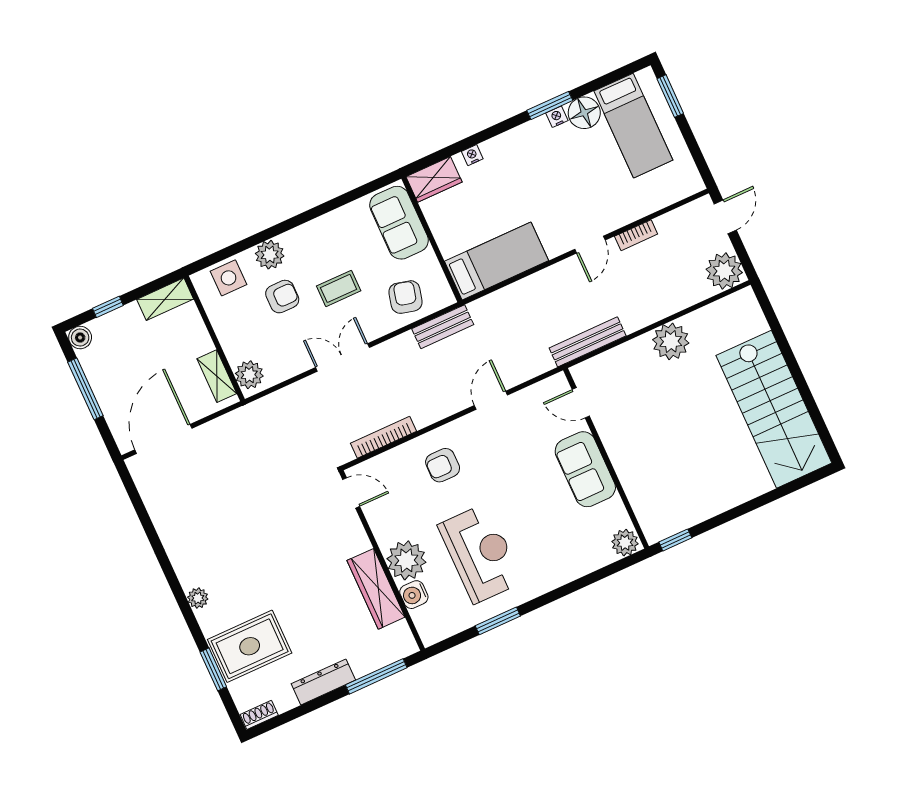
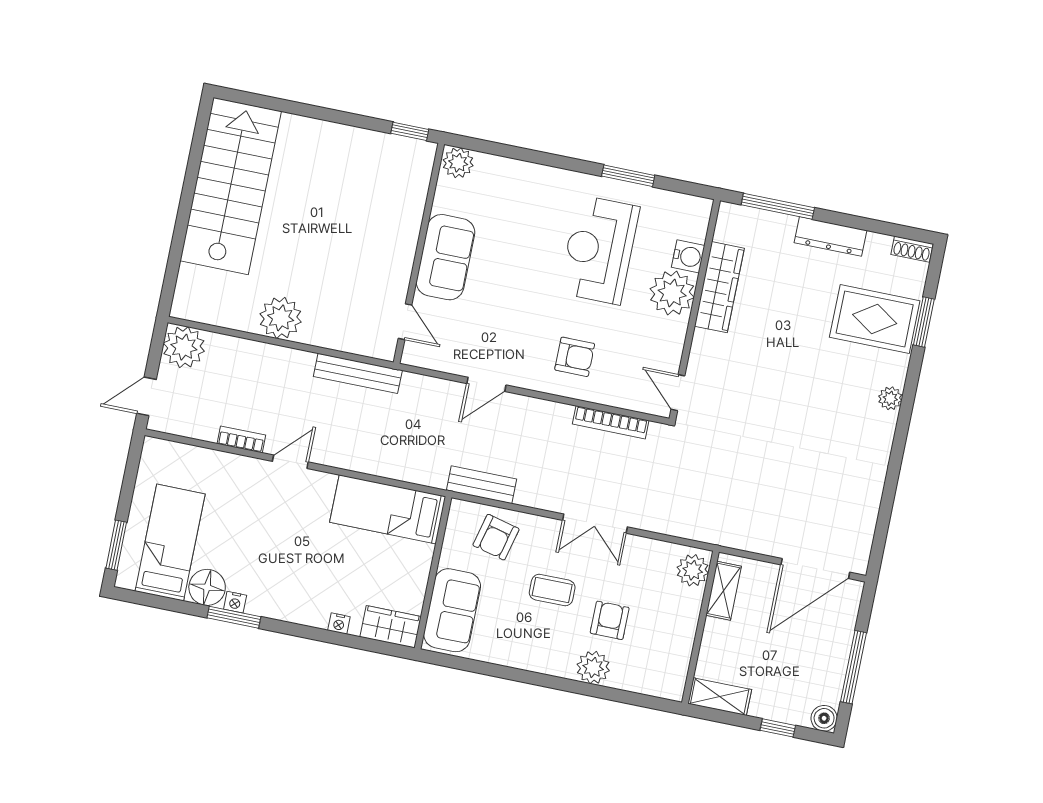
side table: (229, 278) -> (647, 674), removed
armchair: (282, 297) -> (610, 620), turned 90

